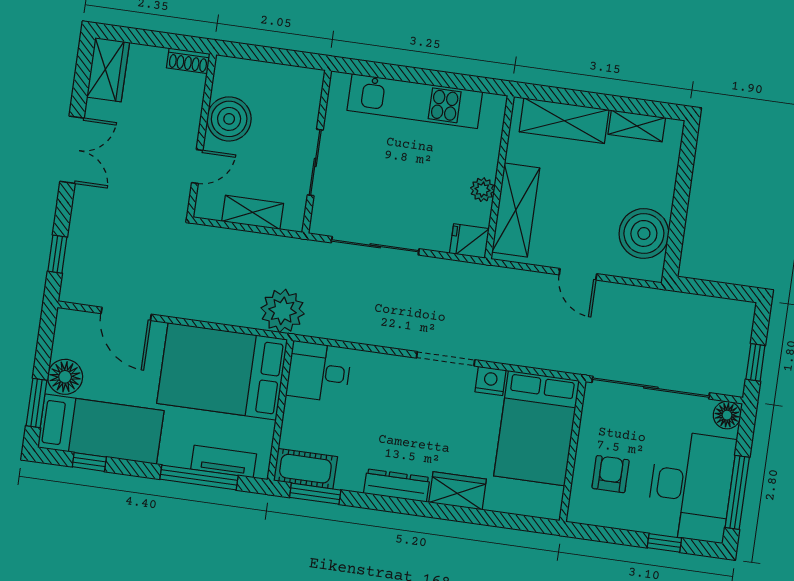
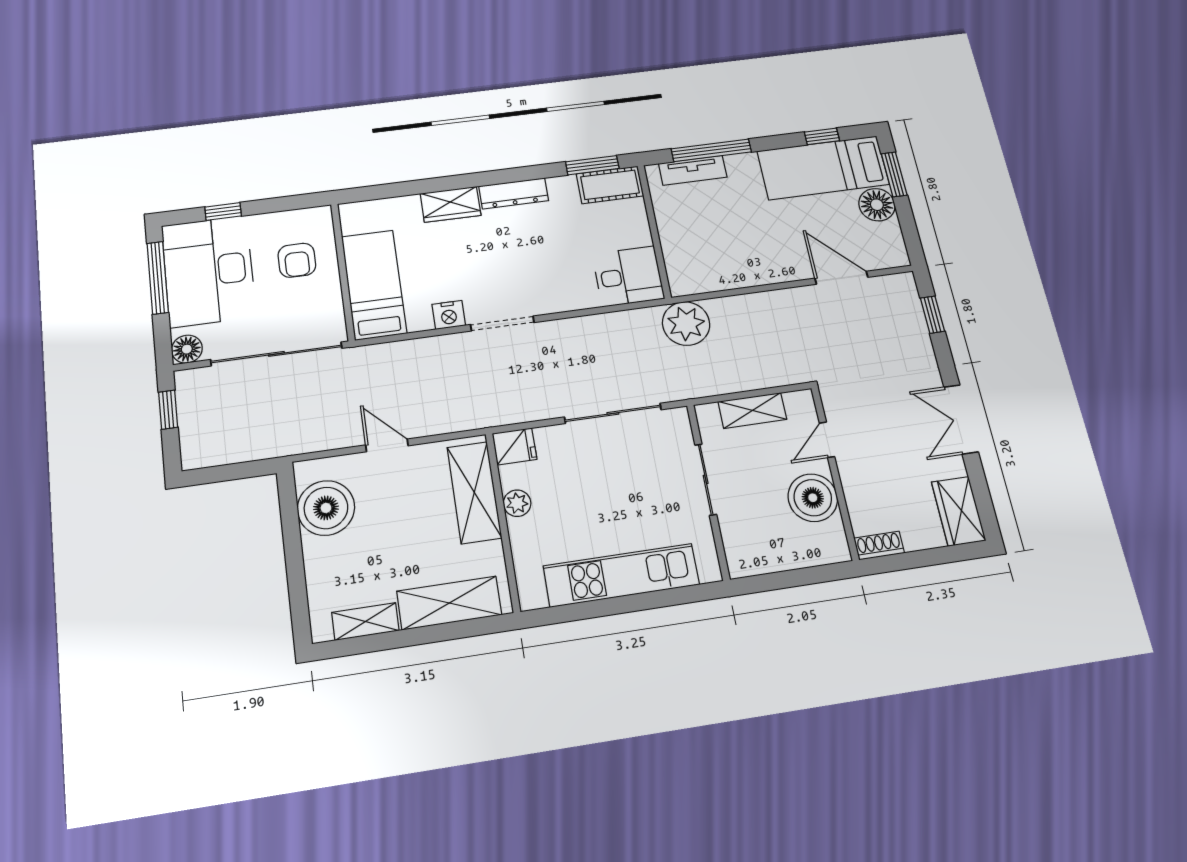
bed: (222, 371) -> (725, 251), removed
bed: (537, 428) -> (374, 285), width x0.67

